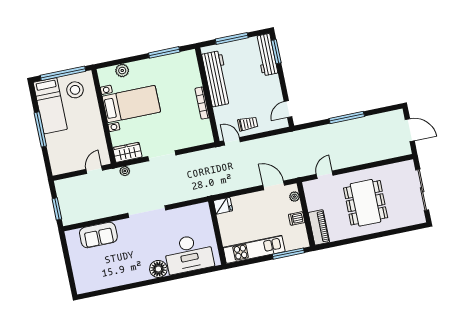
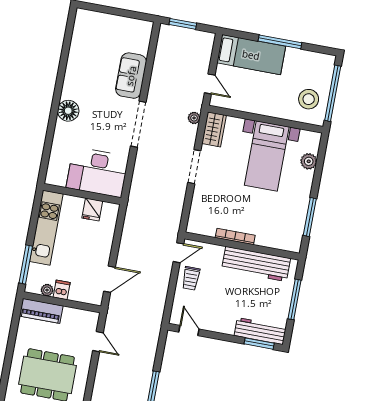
bed: (50, 106) -> (251, 55), moved, turned 180
plant: (294, 197) -> (47, 290), moved
fridge: (223, 206) -> (92, 209), moved
sofa: (98, 235) -> (131, 76), moved
desk: (189, 254) -> (97, 172), moved, turned -90

